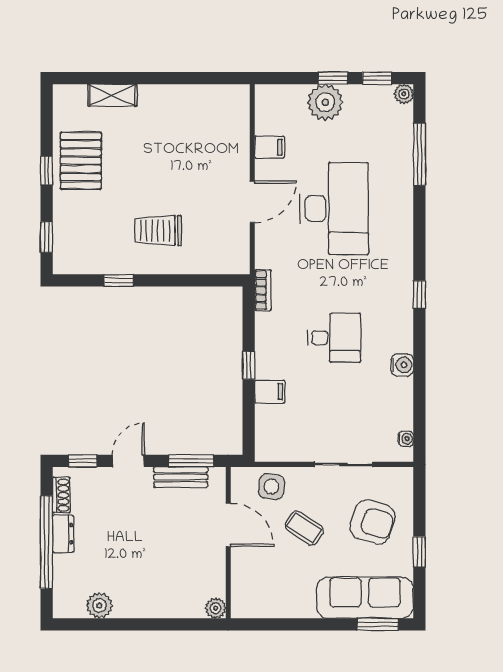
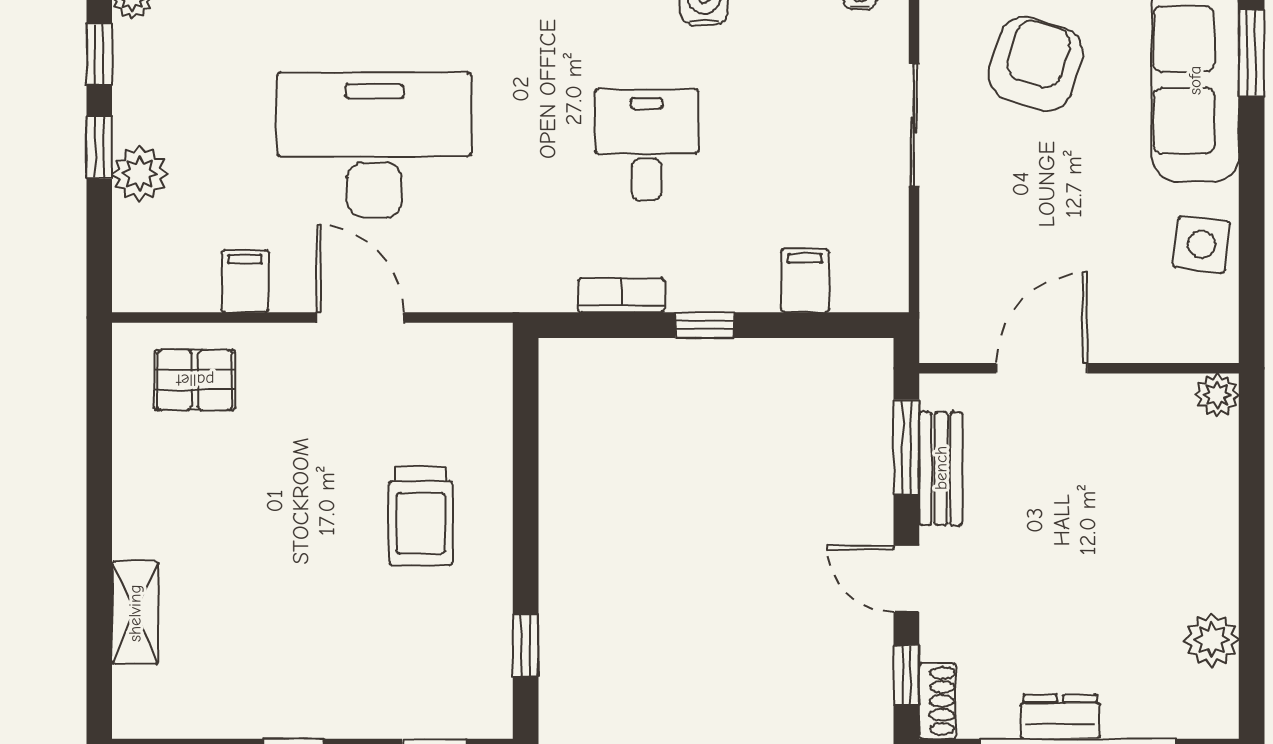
plant: (325, 102) -> (140, 174), width x0.73, depth x0.73
pallet: (81, 161) -> (195, 380), moved, width x0.67, depth x0.71
window: (119, 280) -> (526, 645), moved
bookcase: (263, 290) -> (621, 295), moved
filing cabinet: (270, 391) -> (805, 281), moved
side table: (272, 487) -> (1202, 244), moved
shoe rack: (61, 495) -> (937, 701), moved, turned 90
coffee table: (304, 528) -> (1048, 208), removed

